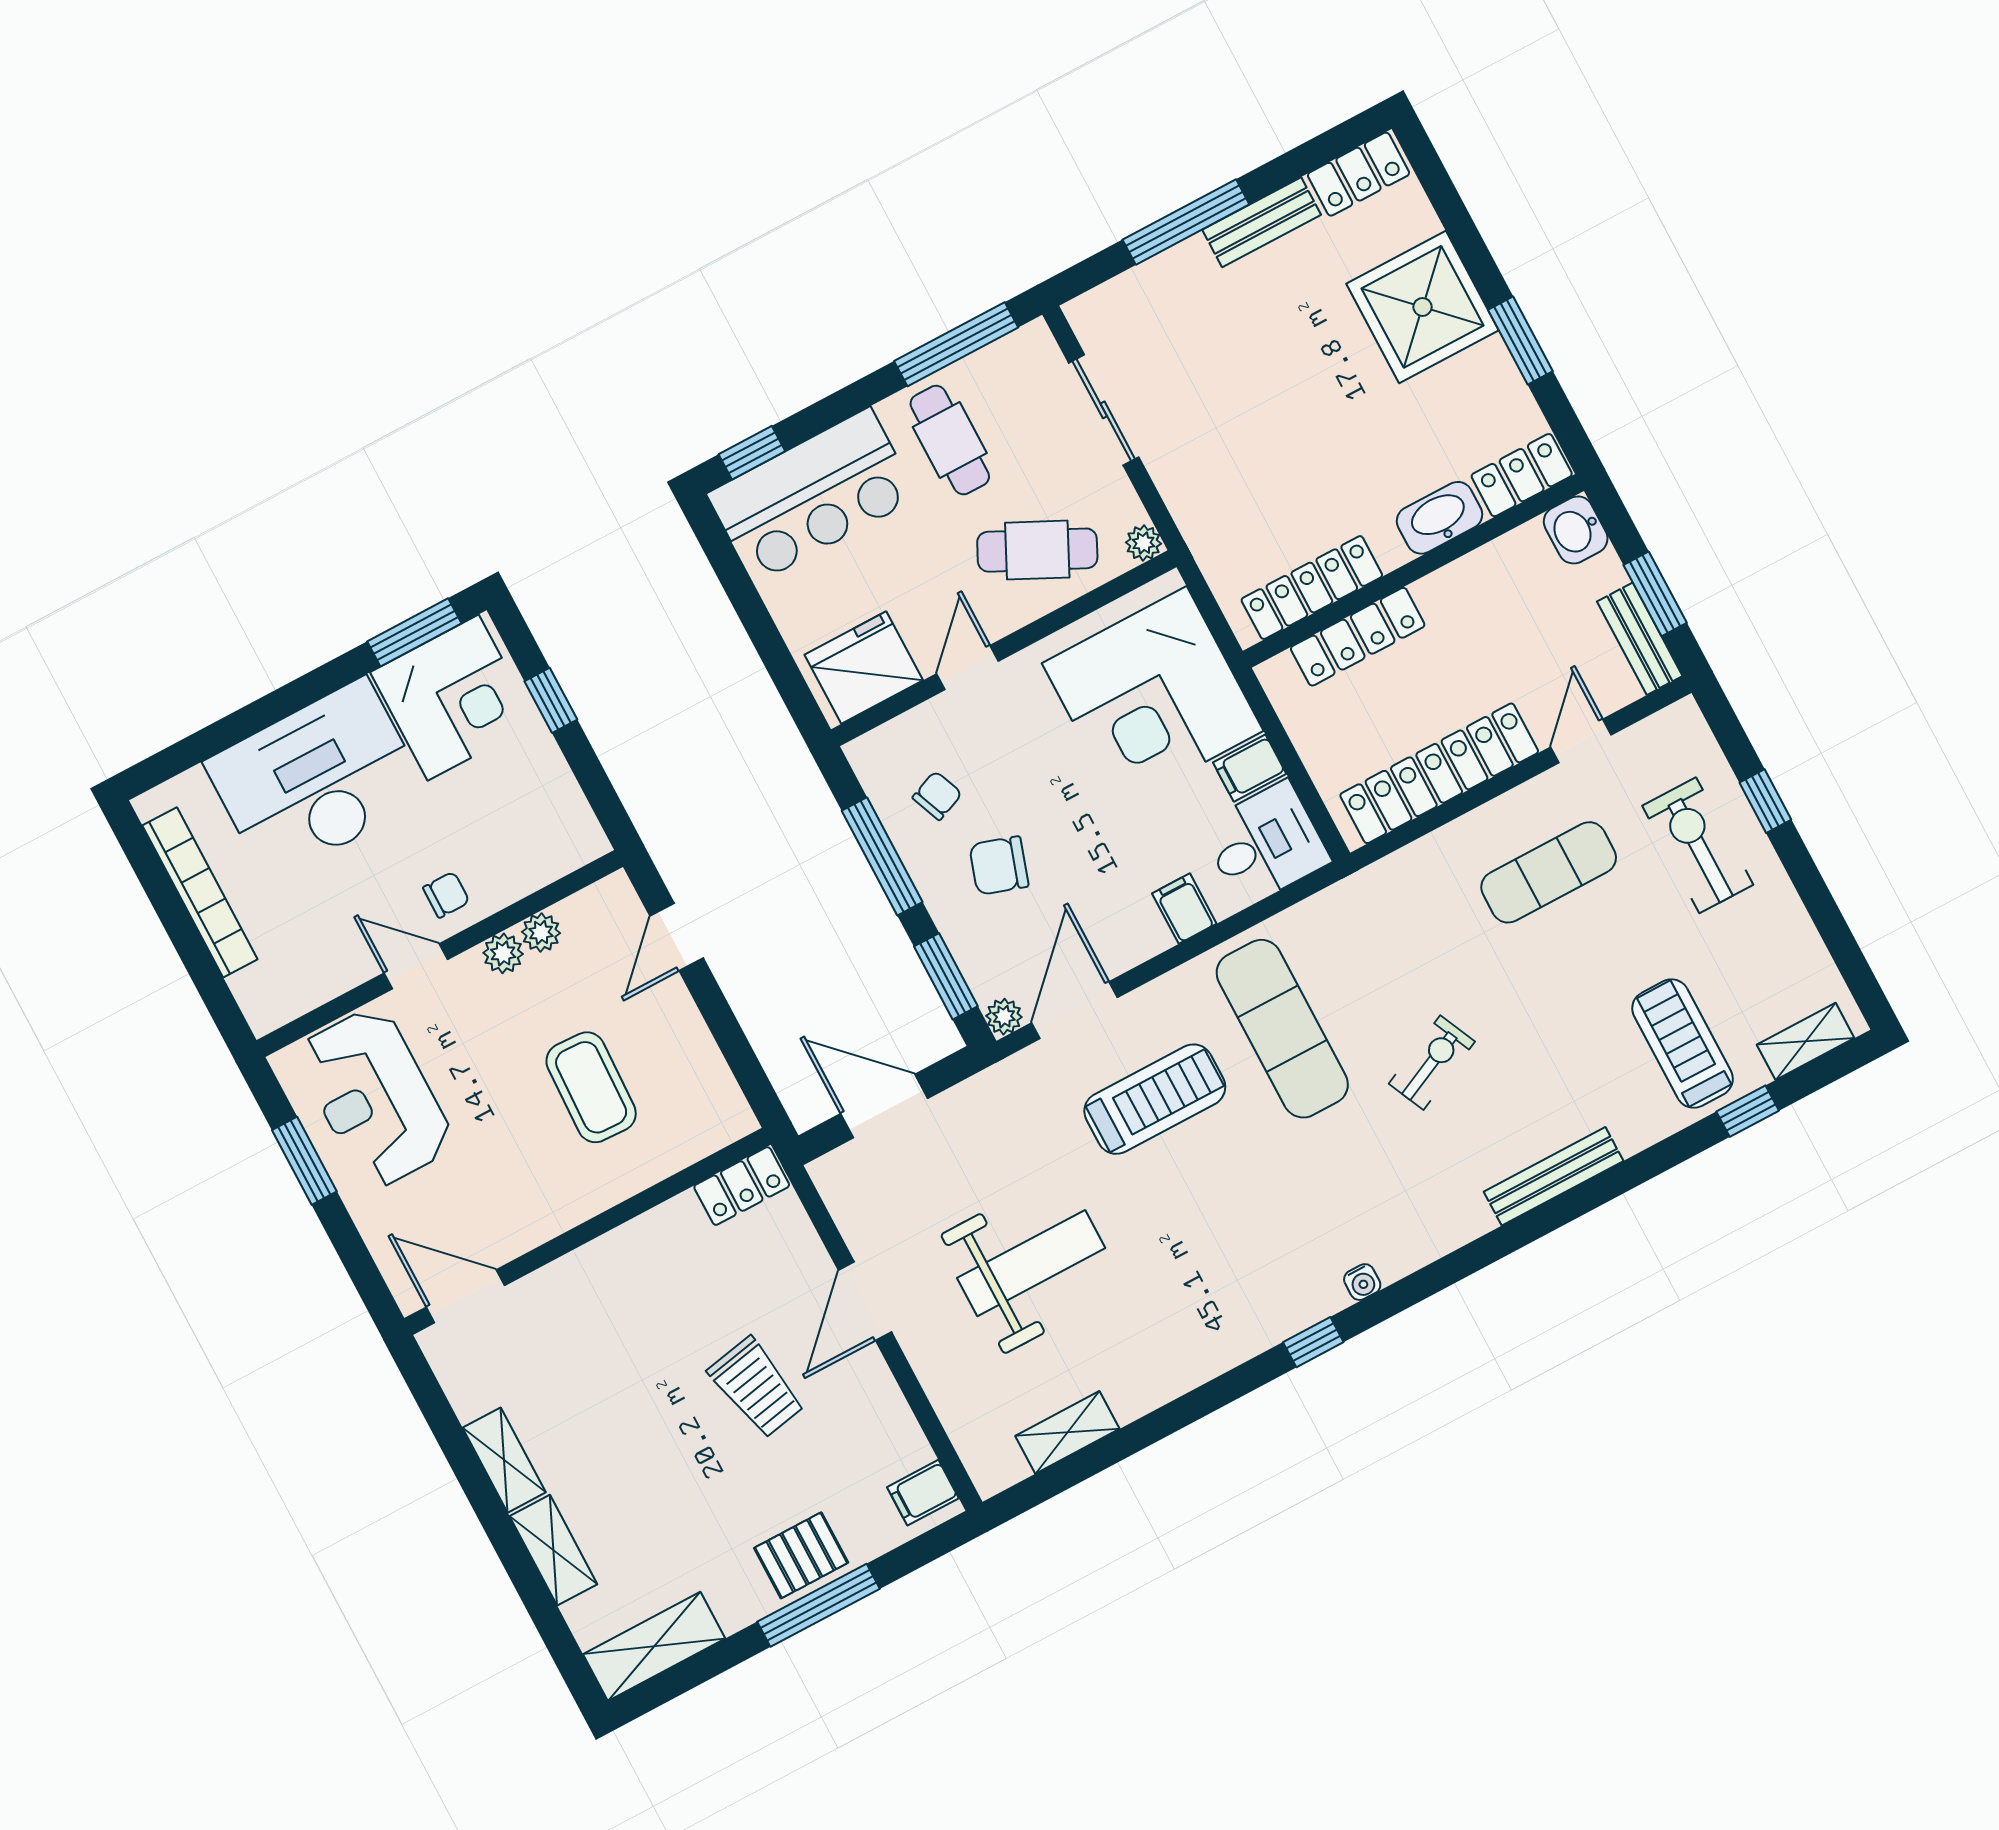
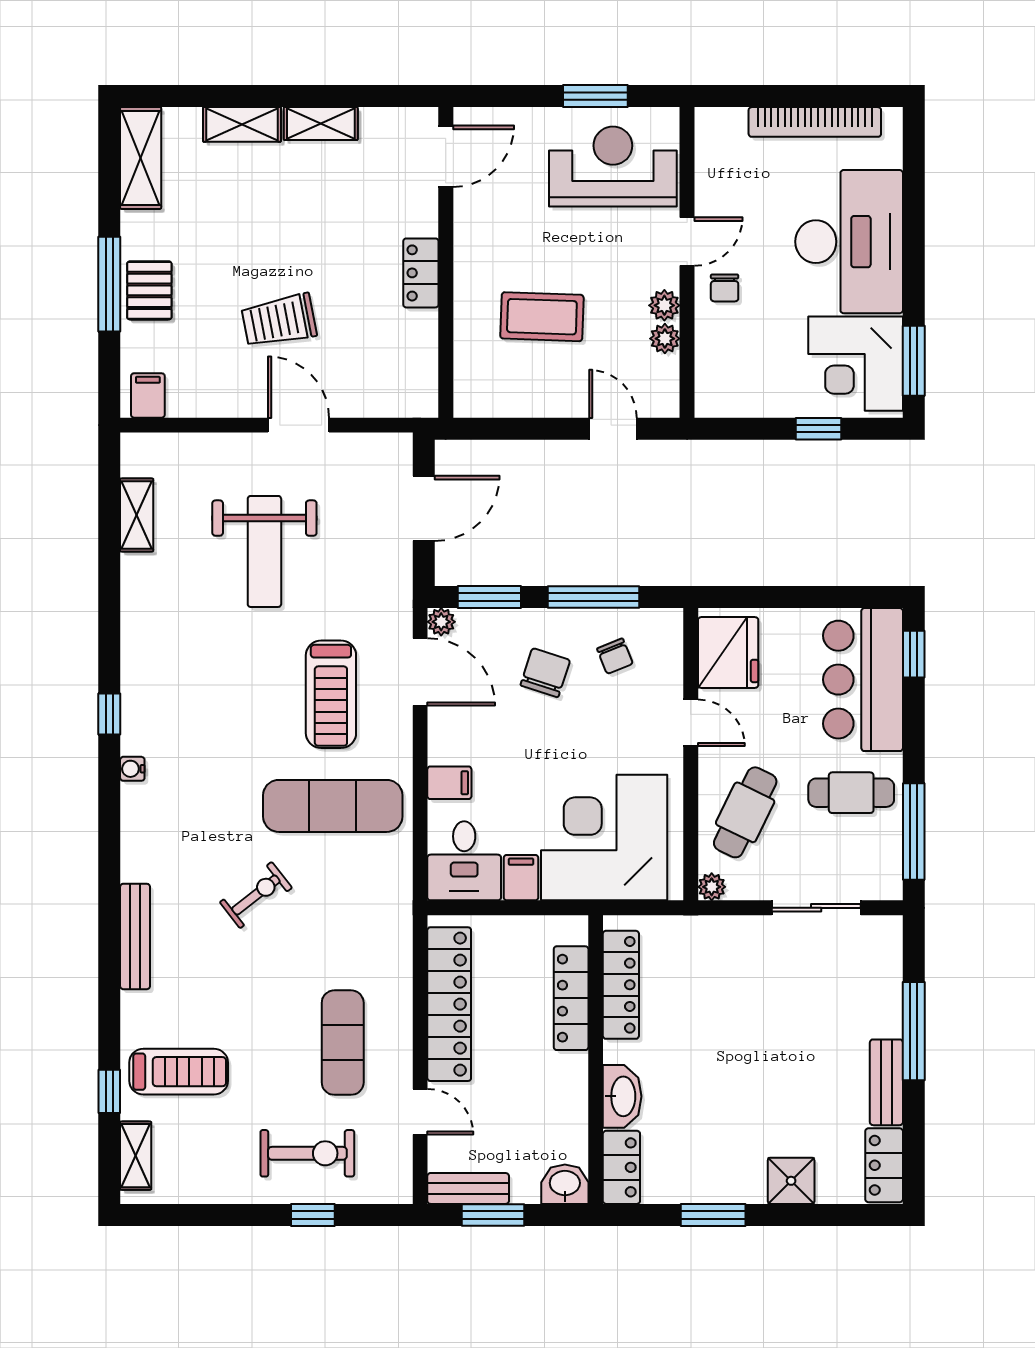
shower: (1422, 307) -> (791, 1181), width x0.54, depth x0.54
exercise bike: (1432, 1063) -> (256, 895), turned -103
locker: (742, 1186) -> (421, 273), moved

